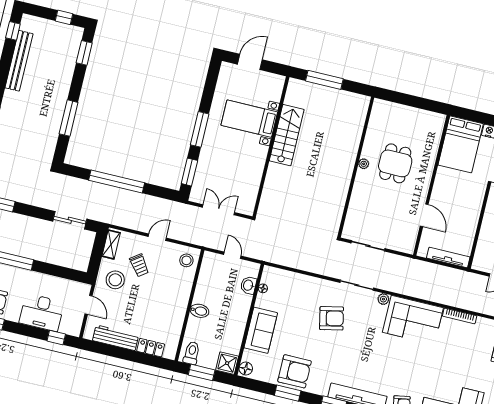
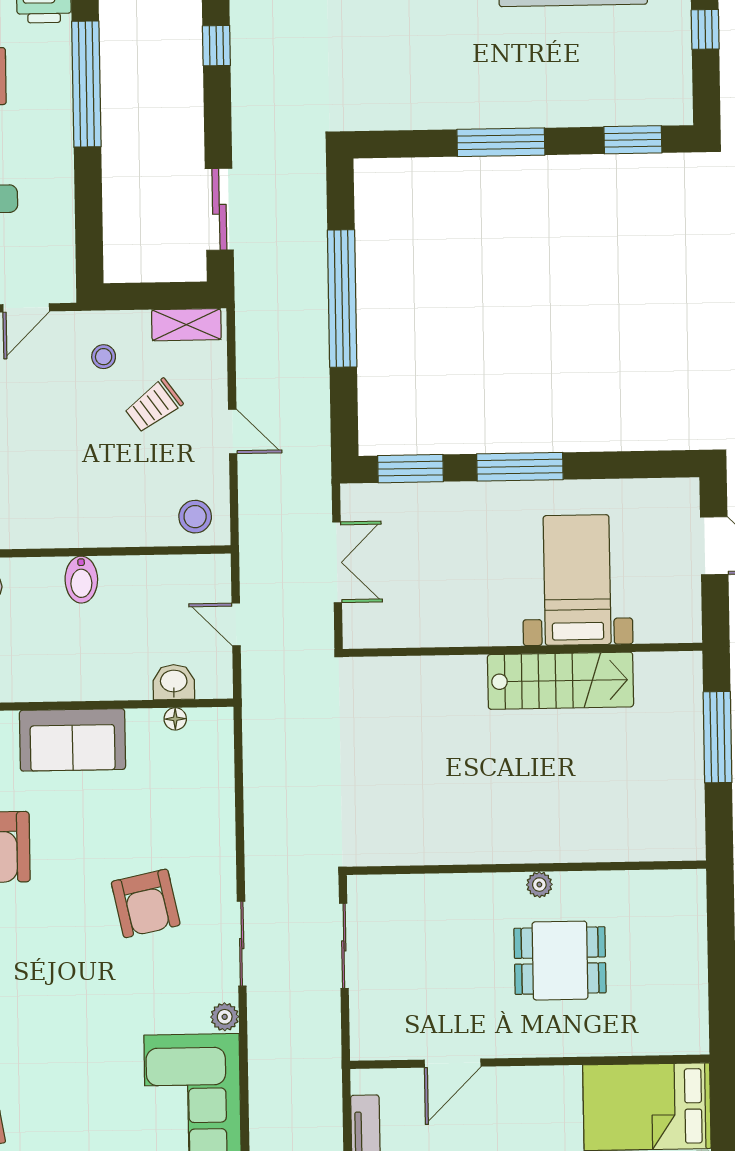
window: (64, 17) -> (705, 29), moved
window: (69, 118) -> (501, 142), moved
door: (232, 255) -> (236, 624), swing flipped
stool: (115, 280) -> (104, 357), width x0.53, depth x0.53

